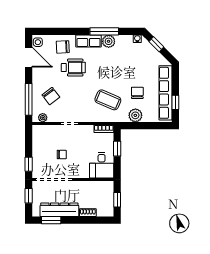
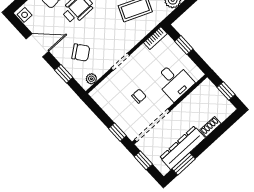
door: (29, 57) -> (37, 45), moved
window: (29, 99) -> (64, 74), width x0.46
desk: (102, 165) -> (174, 81), moved

